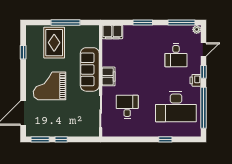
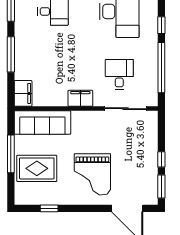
window: (143, 23) -> (11, 54), width x1.44
sofa: (90, 69) -> (42, 123), moved
desk: (127, 107) -> (119, 74), turned 90
window: (132, 139) -> (161, 68), added

